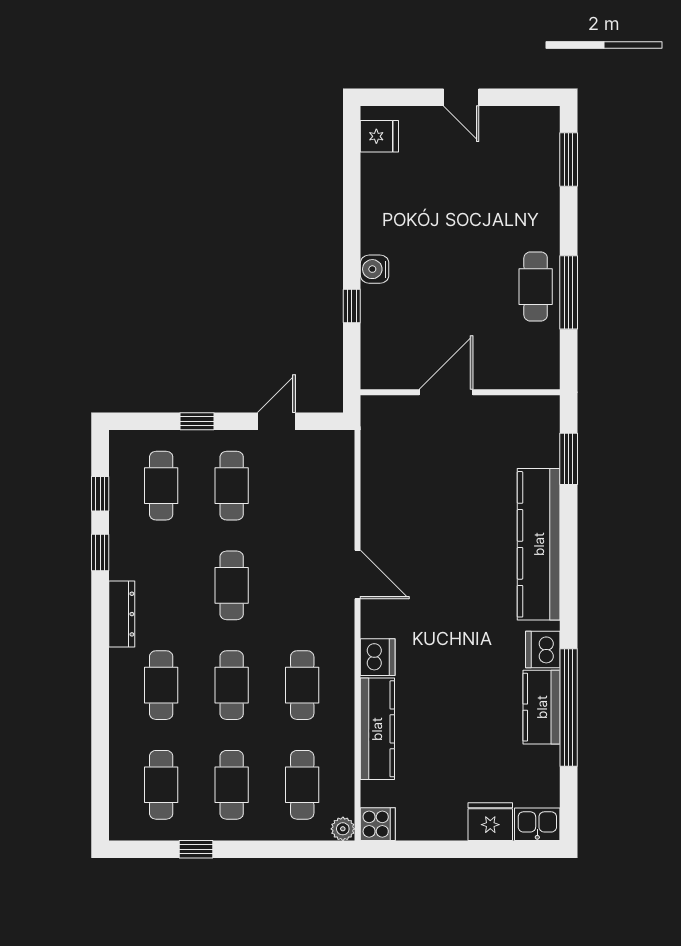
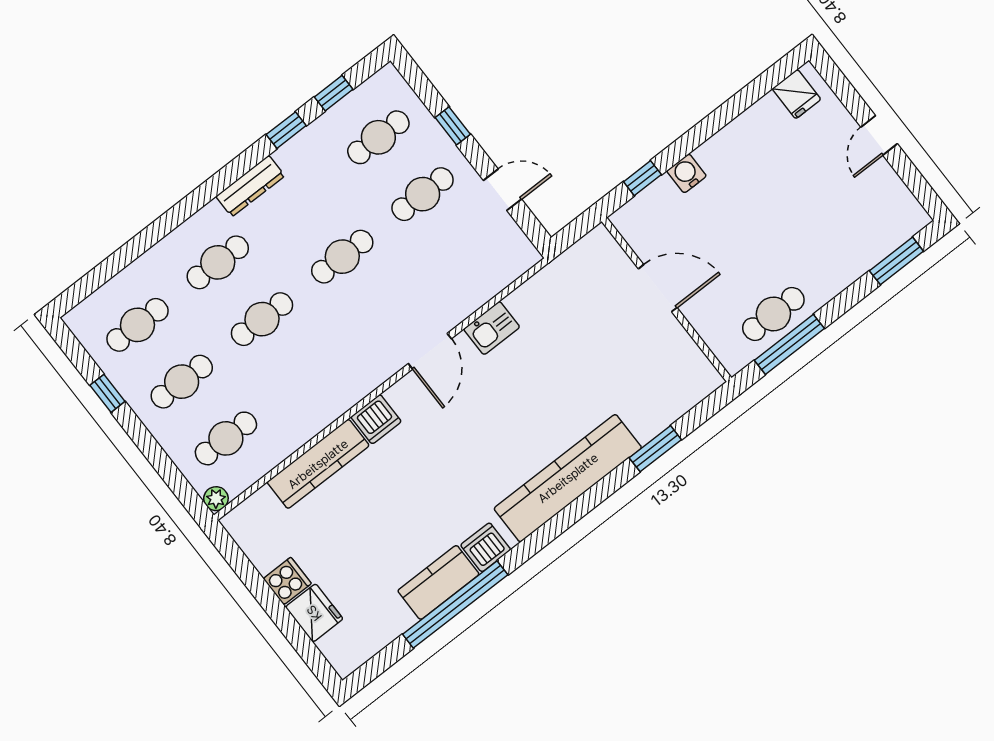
door: (446, 392) -> (658, 288), moved
wall: (460, 392) -> (667, 300), moved
cafe table: (302, 685) -> (306, 376), removed
cooker: (378, 824) -> (287, 581), moved, turned -90
kitchen sink: (537, 824) -> (492, 328), moved, turned 90

